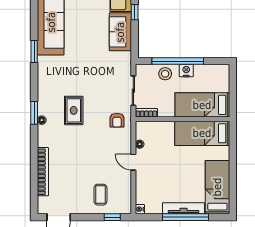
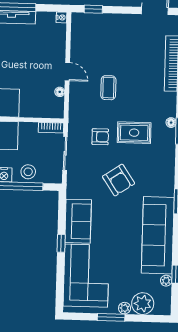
armchair: (86, 69) -> (119, 180), added
rug: (74, 110) -> (134, 133), turned 90
armchair: (117, 120) -> (100, 137), moved, turned 90
coffee table: (100, 195) -> (108, 88), moved

